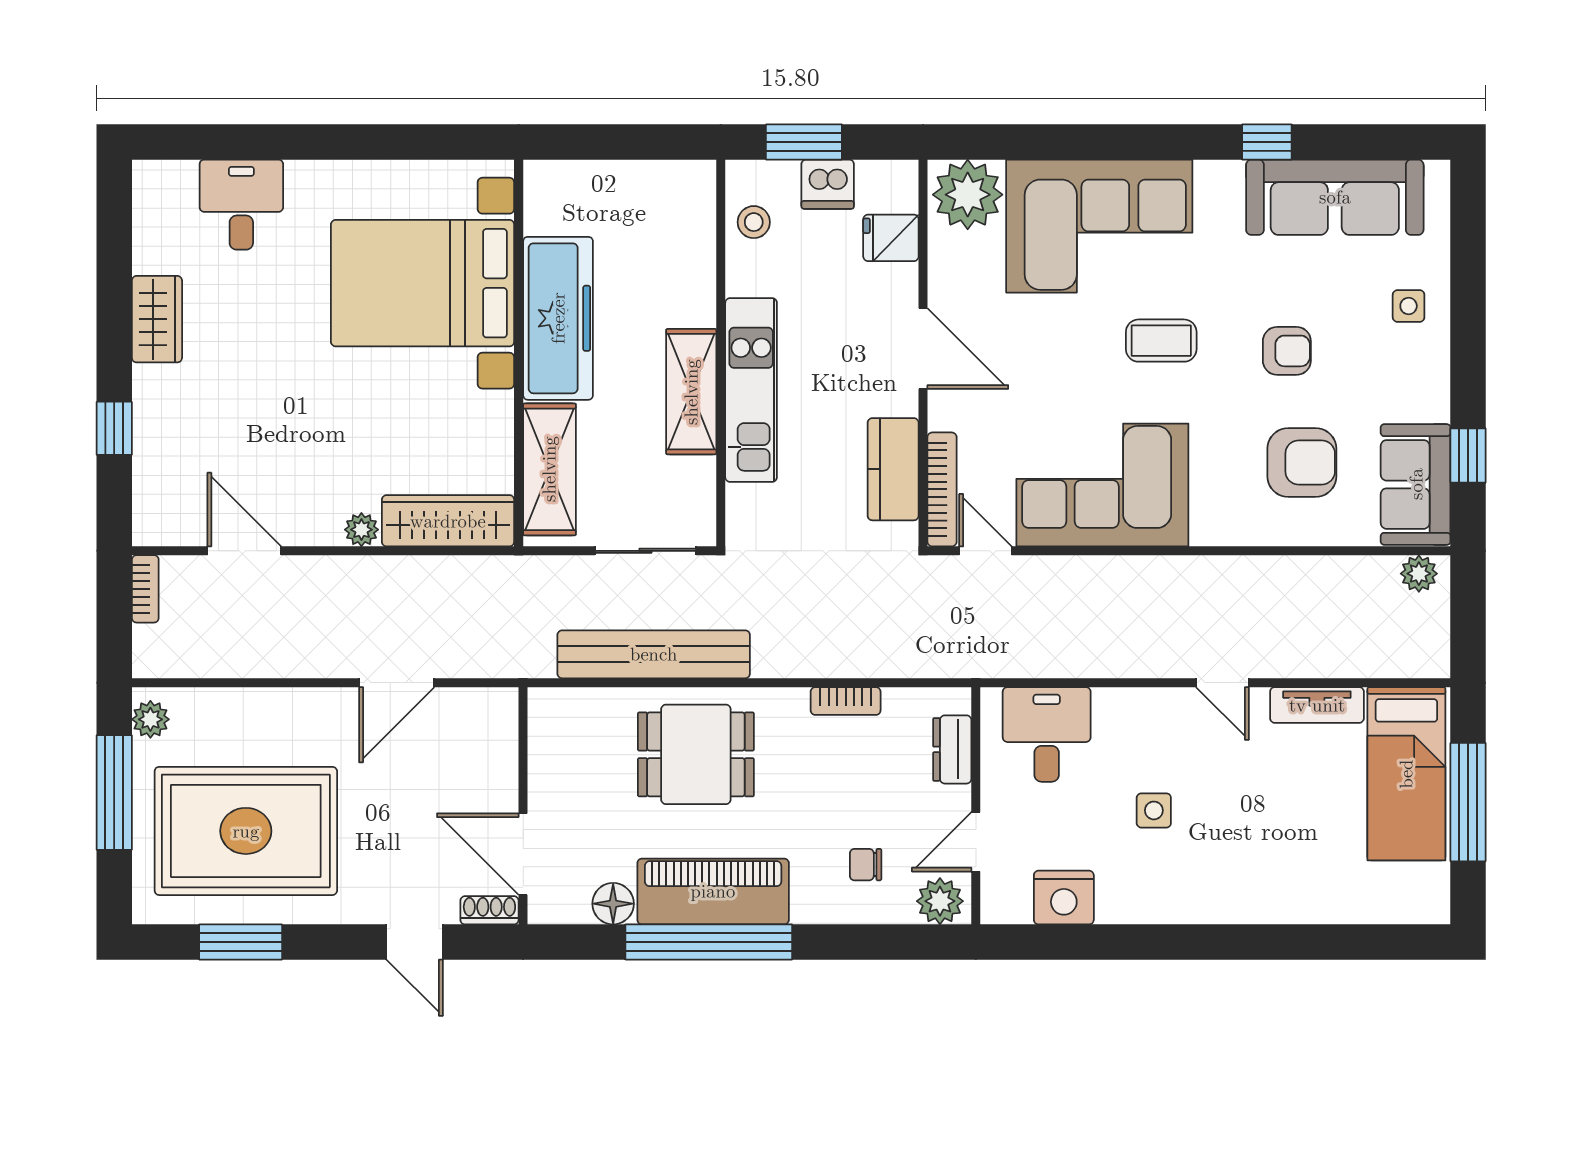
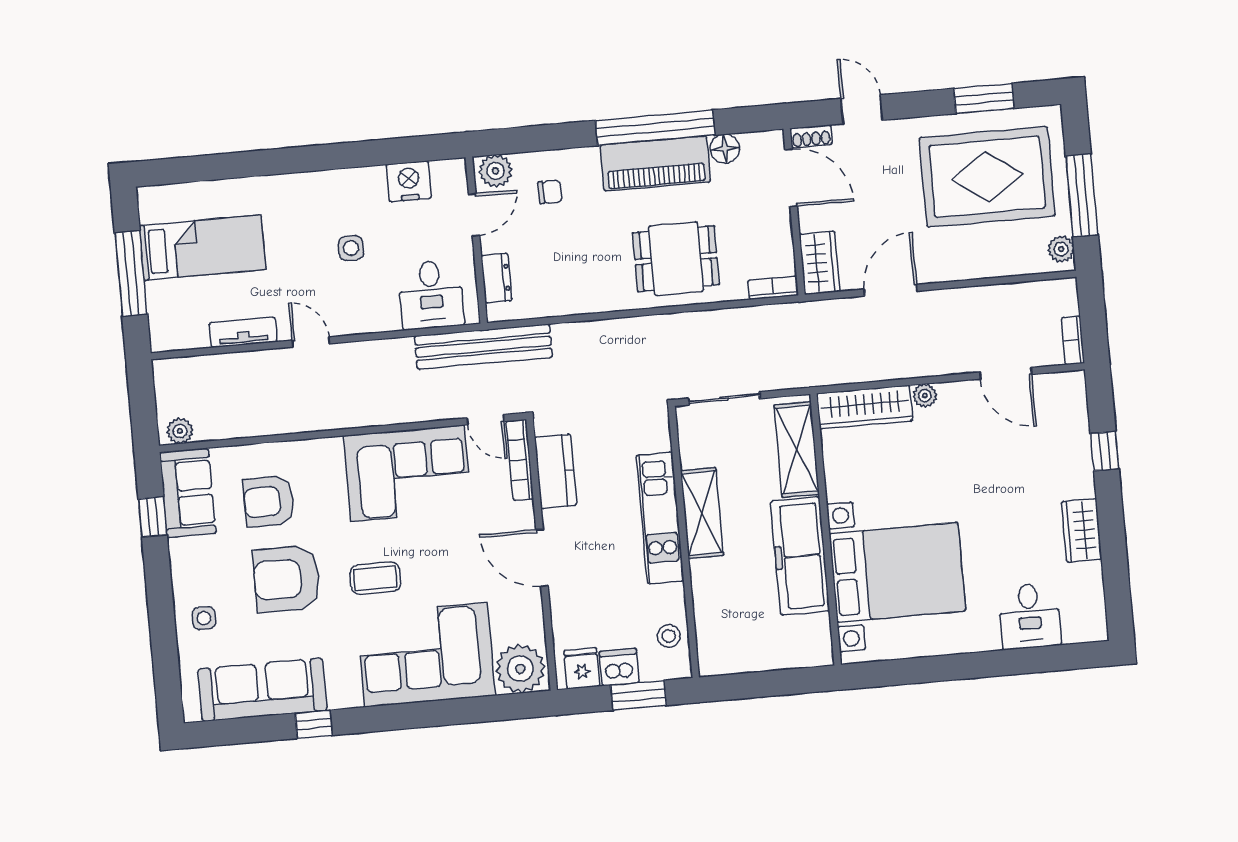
fridge: (891, 238) -> (582, 668), moved, turned -90
armchair: (1287, 351) -> (286, 579), width x1.88, depth x1.88
bench: (654, 654) -> (483, 347), moved
bookcase: (846, 701) -> (773, 288), moved
wardrobe: (493, 730) -> (820, 263), added
bed: (1406, 774) -> (202, 248), moved, turned 90

